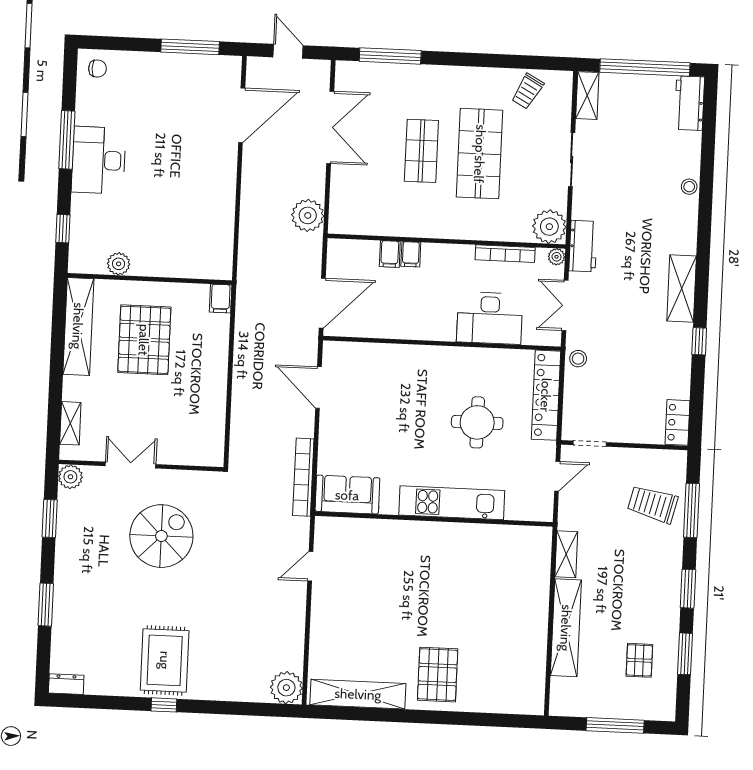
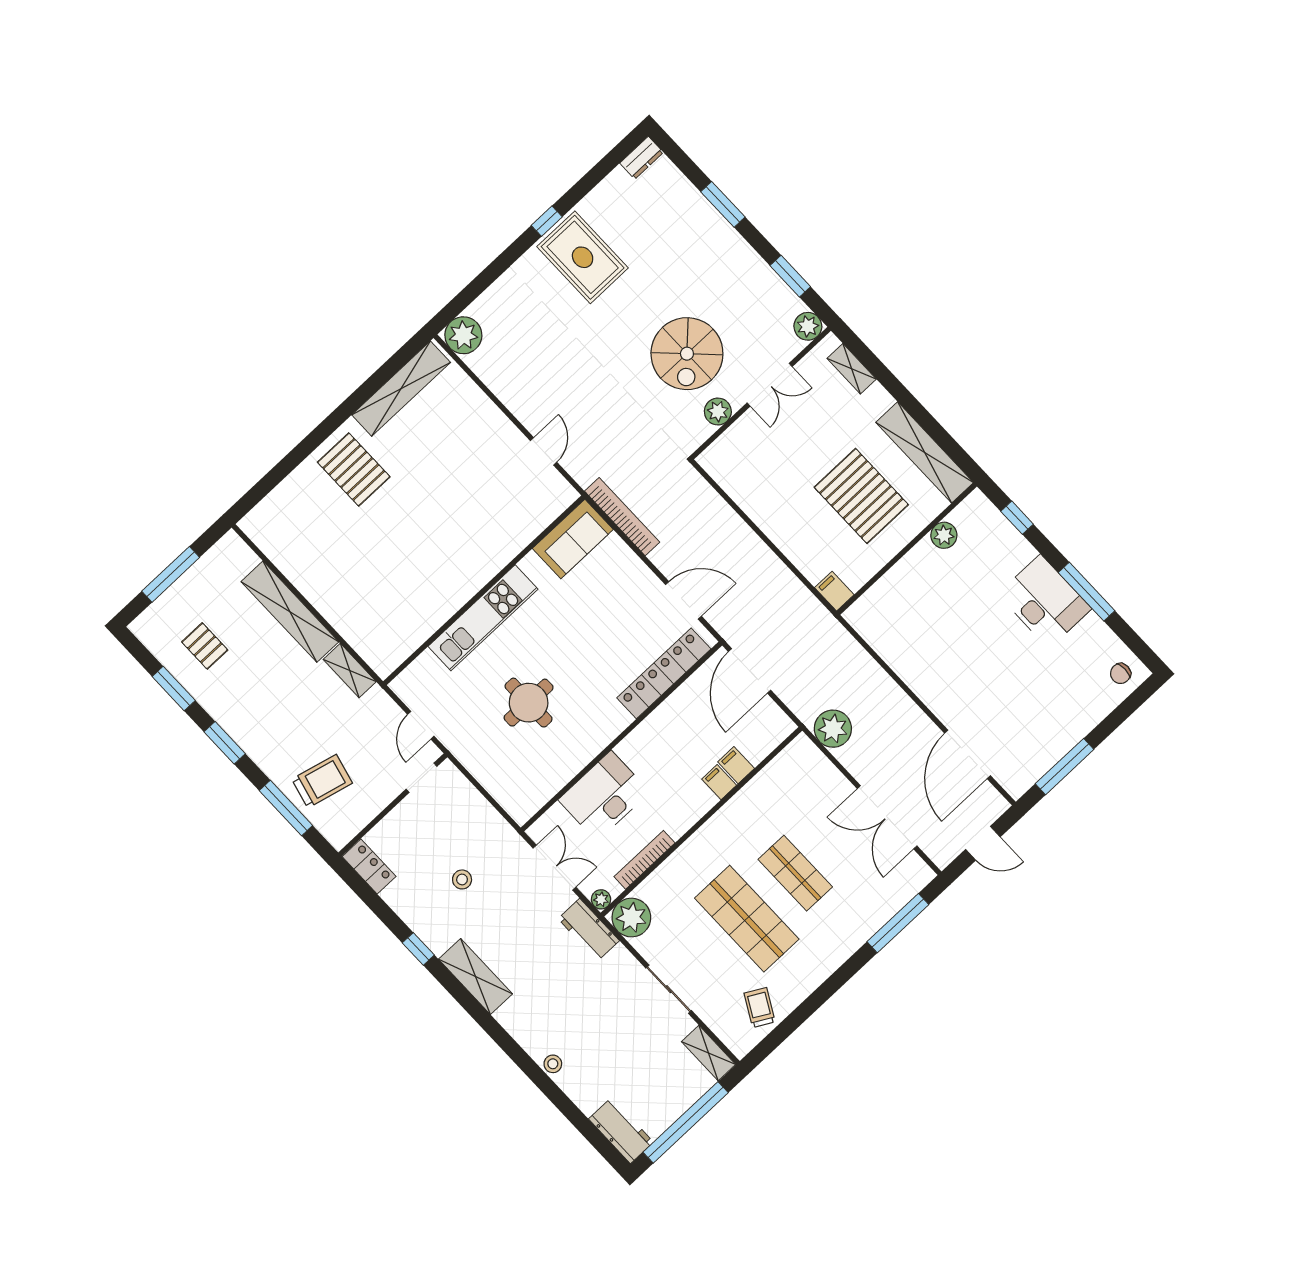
stool: (578, 359) -> (462, 879), moved
locker: (546, 395) -> (664, 673), moved, turned -90
plant: (179, 481) -> (718, 411), added

